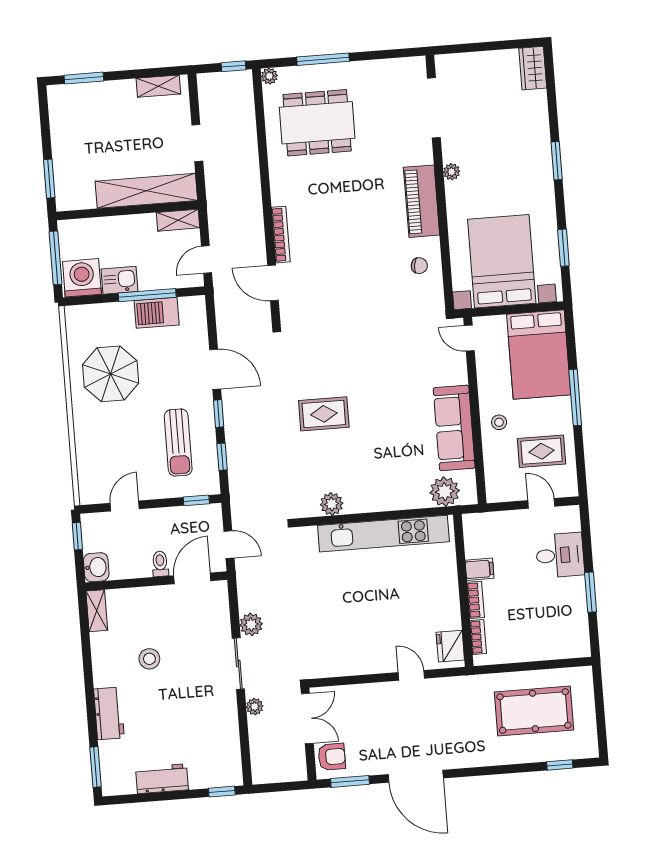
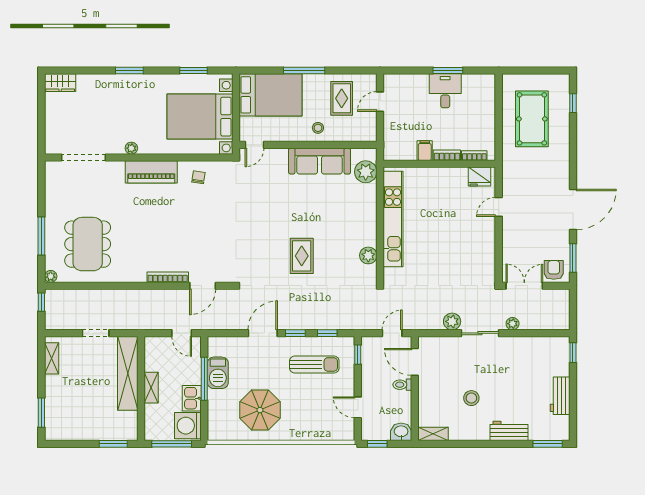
shelving: (178, 220) -> (151, 388), moved
desk: (560, 555) -> (445, 91), moved

